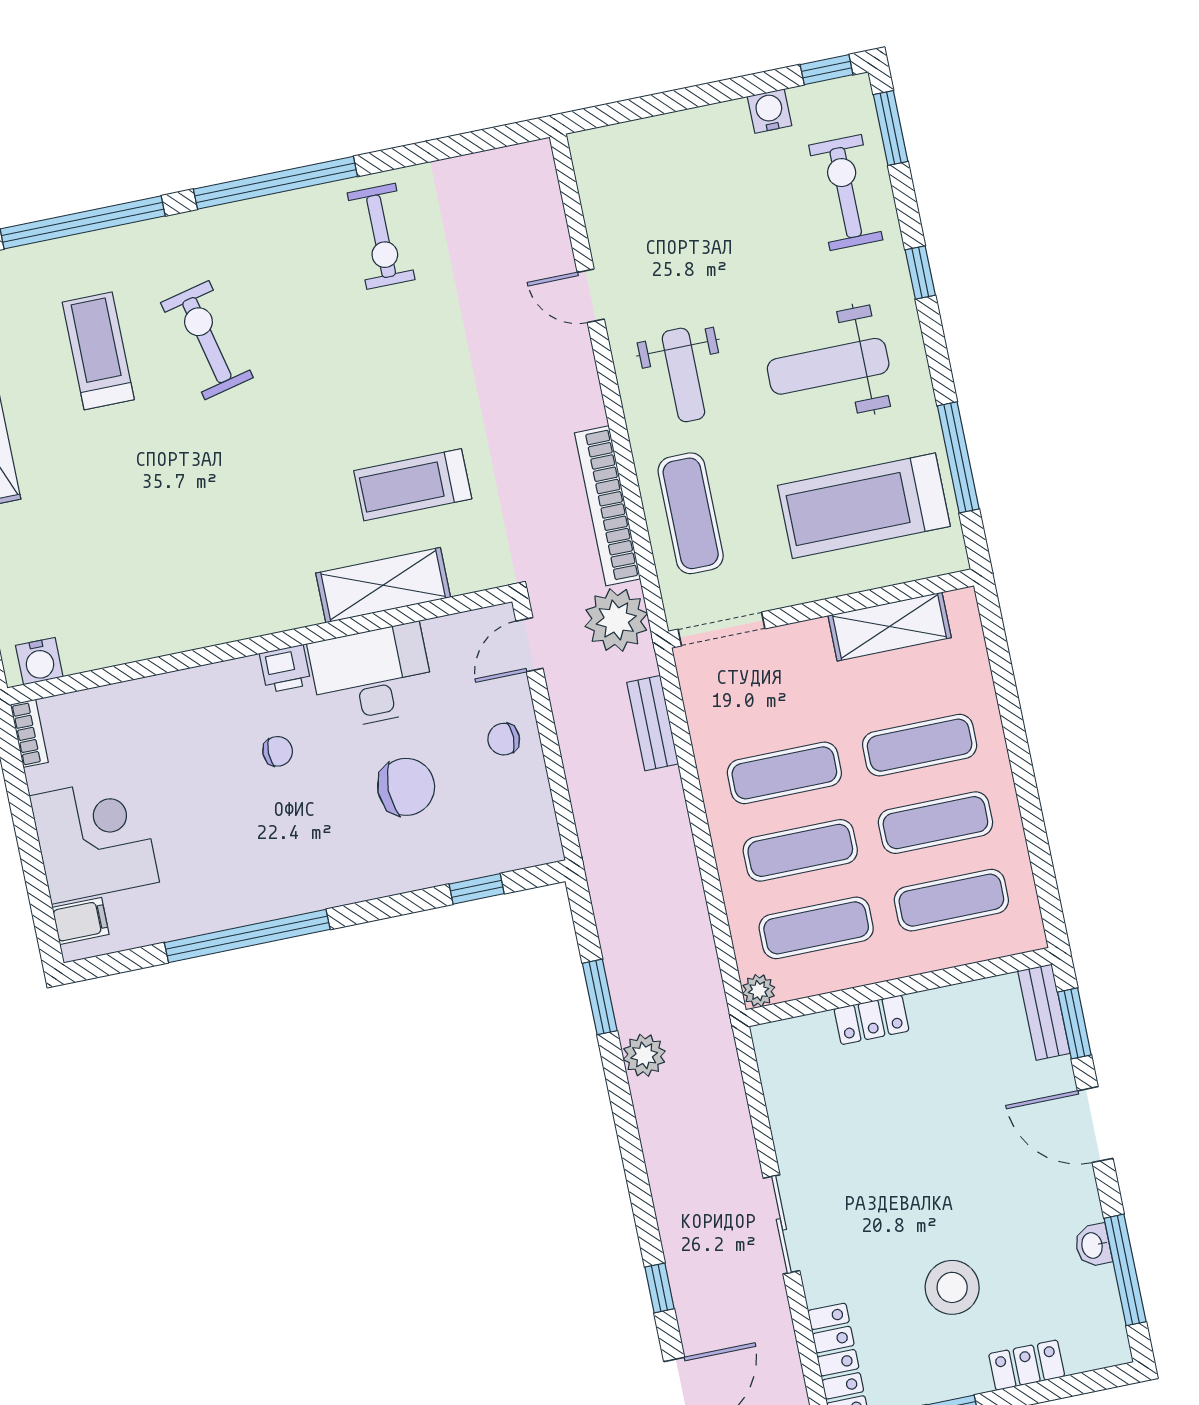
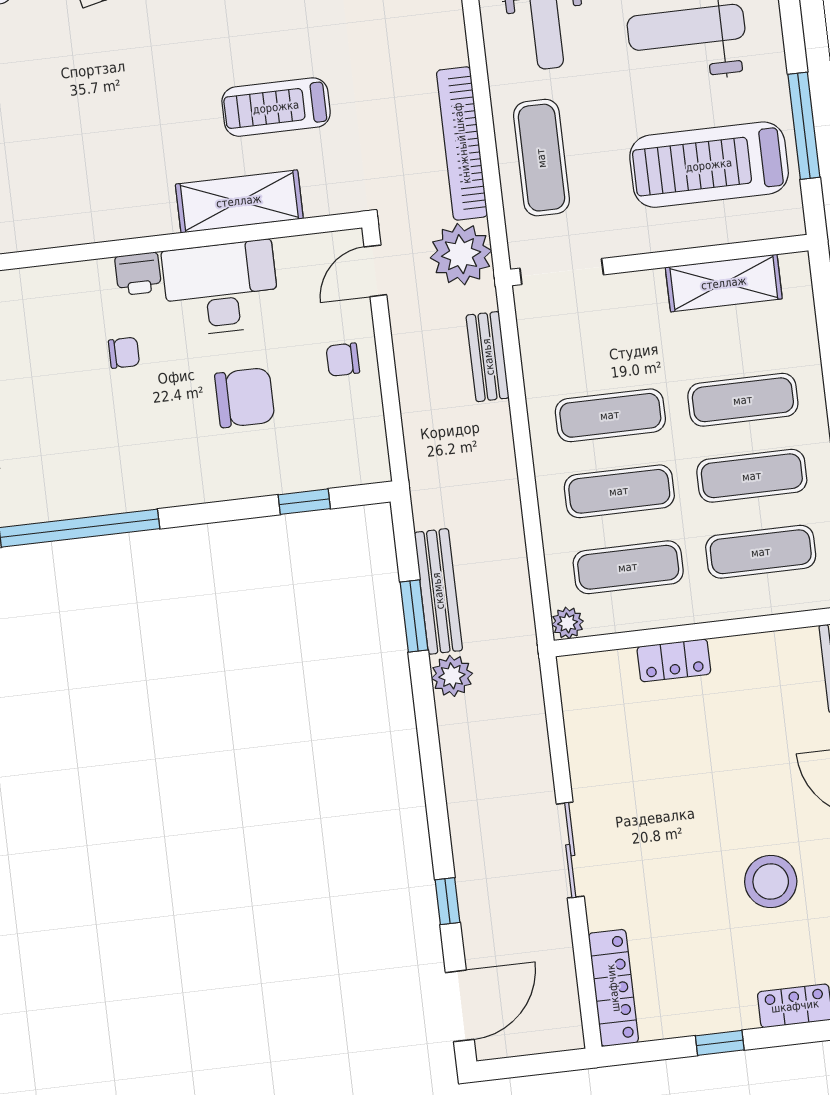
bench: (623, 970) -> (438, 591), added
stool: (952, 1287) -> (771, 881), moved

